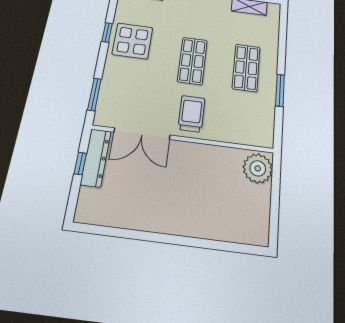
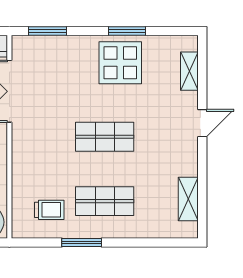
window: (107, 32) -> (127, 31), width x1.50
trolley: (192, 114) -> (49, 210), moved, width x0.73, depth x0.72

